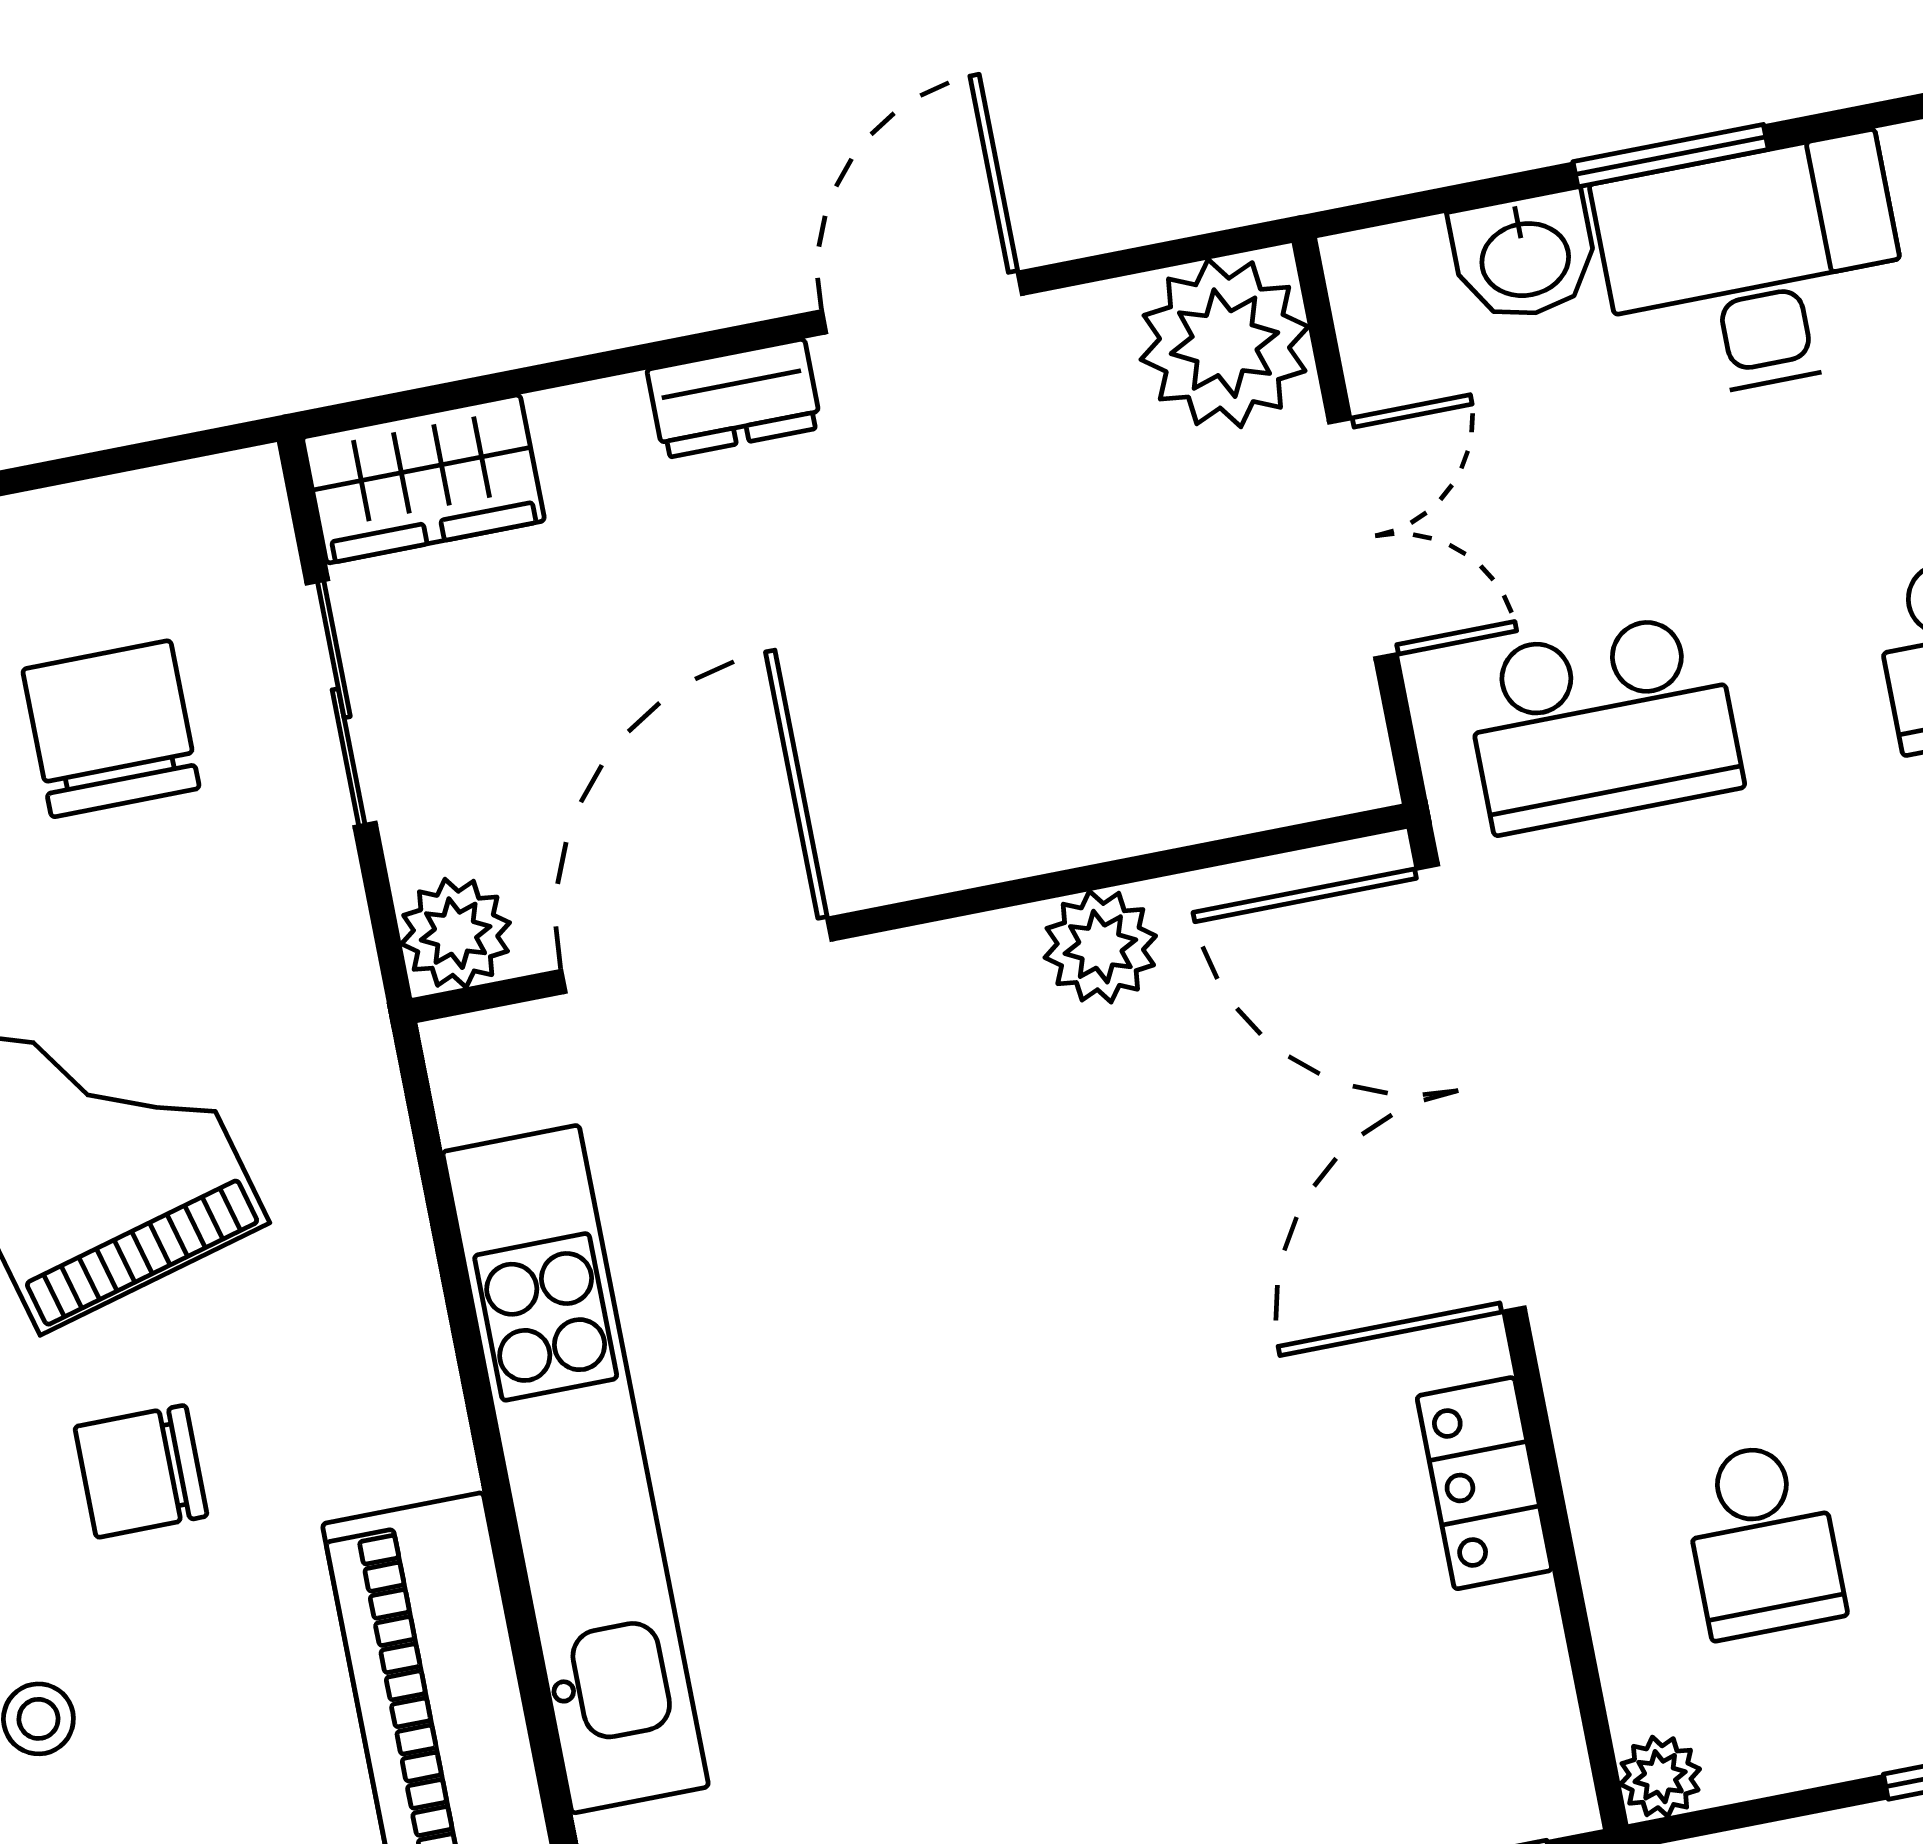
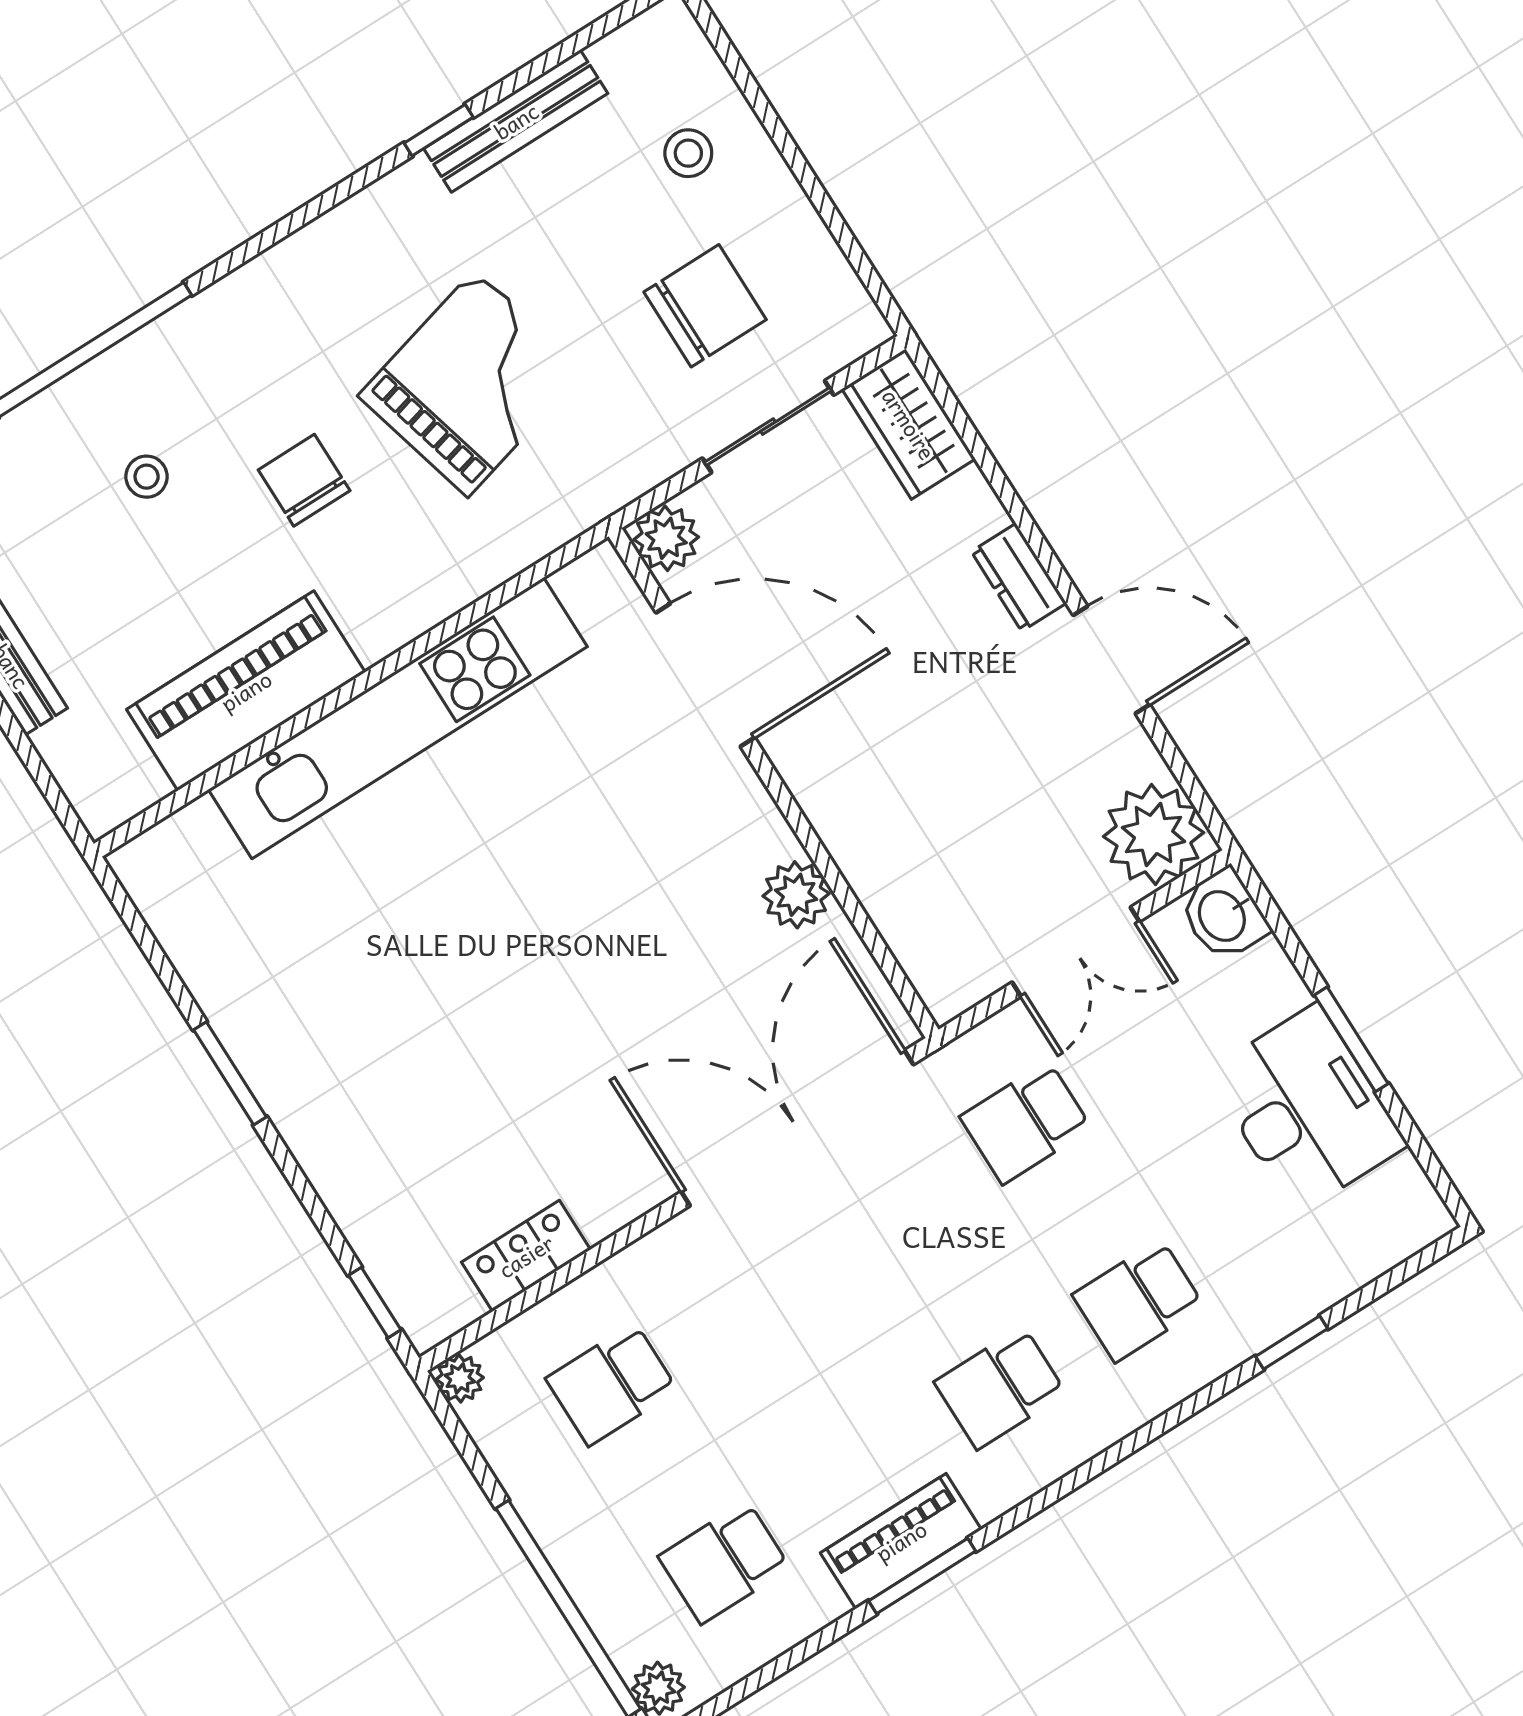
washbasin: (1525, 256) -> (1224, 915), moved
school desk: (1602, 723) -> (1026, 1123), width x0.54
locker: (1484, 1483) -> (526, 1256), moved

